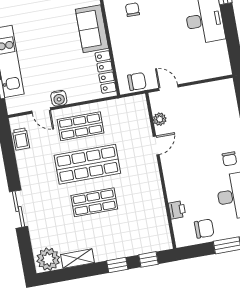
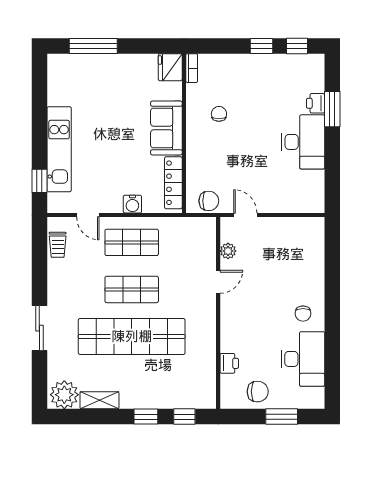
water cooler: (59, 98) -> (132, 204), moved
shop shelf: (87, 164) -> (132, 289), width x0.70, depth x0.74
shop shelf: (94, 202) -> (132, 336), width x2.00, depth x1.36

